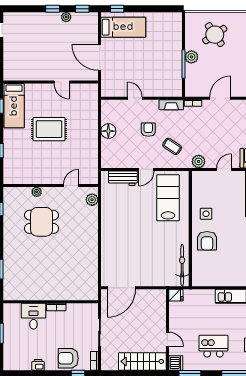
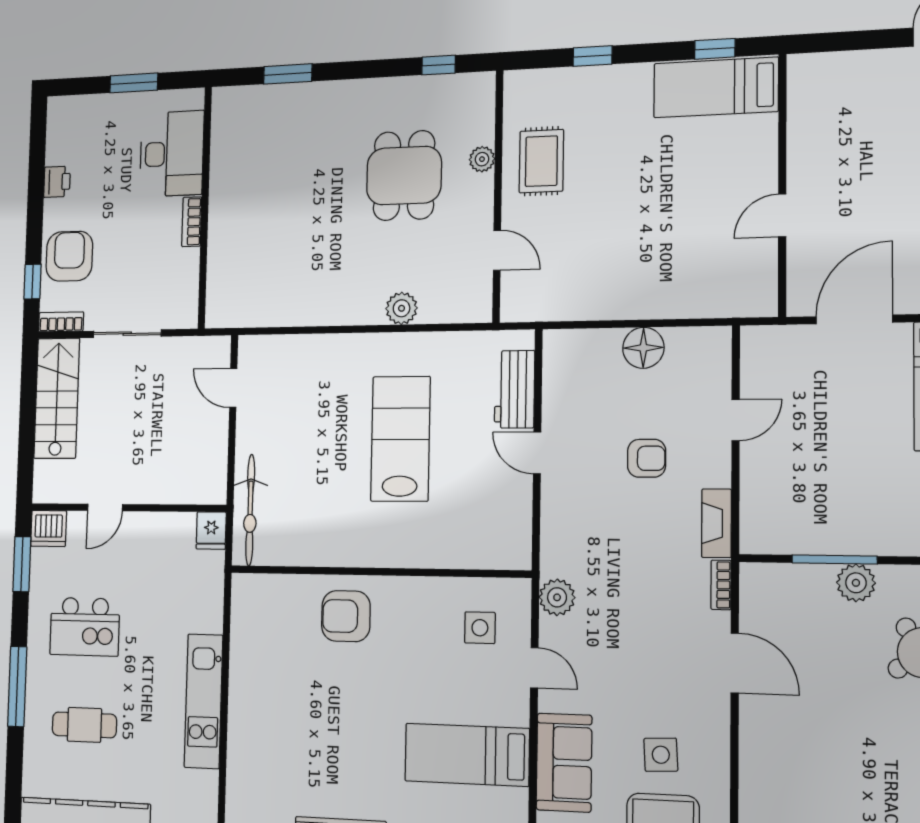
rug: (49, 129) -> (541, 161), moved, width x0.73, depth x0.70
coffee table: (172, 146) -> (600, 524), removed
lab bench: (168, 198) -> (400, 439), moved, turned -90
plant: (92, 200) -> (402, 308), moved
side table: (206, 214) -> (480, 628), moved
bicycle: (182, 265) -> (250, 510), moved, turned 90
door: (121, 288) -> (233, 388), width x0.53
desk: (33, 316) -> (172, 154), width x1.37
kitchen island: (213, 346) -> (85, 627), turned 90
stairs: (142, 361) -> (57, 398), moved

